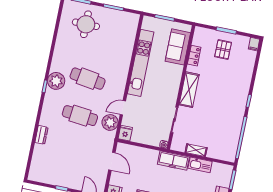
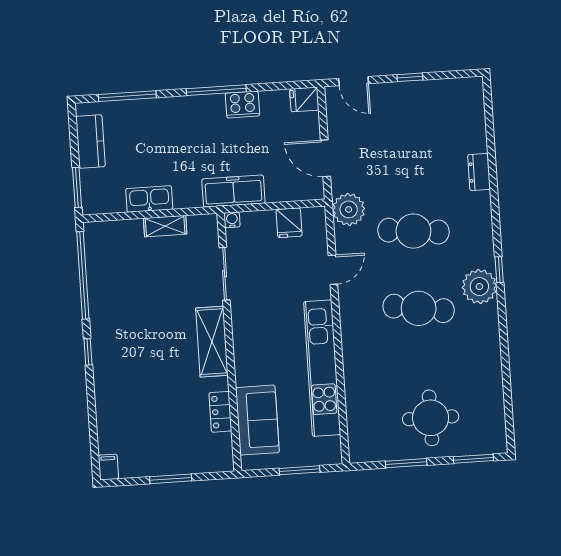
round table: (86, 24) -> (431, 418), moved
pallet: (223, 50) -> (167, 439), removed
plant: (110, 122) -> (349, 209), moved
fridge: (125, 133) -> (289, 223), moved
freezer: (173, 161) -> (233, 191), moved

